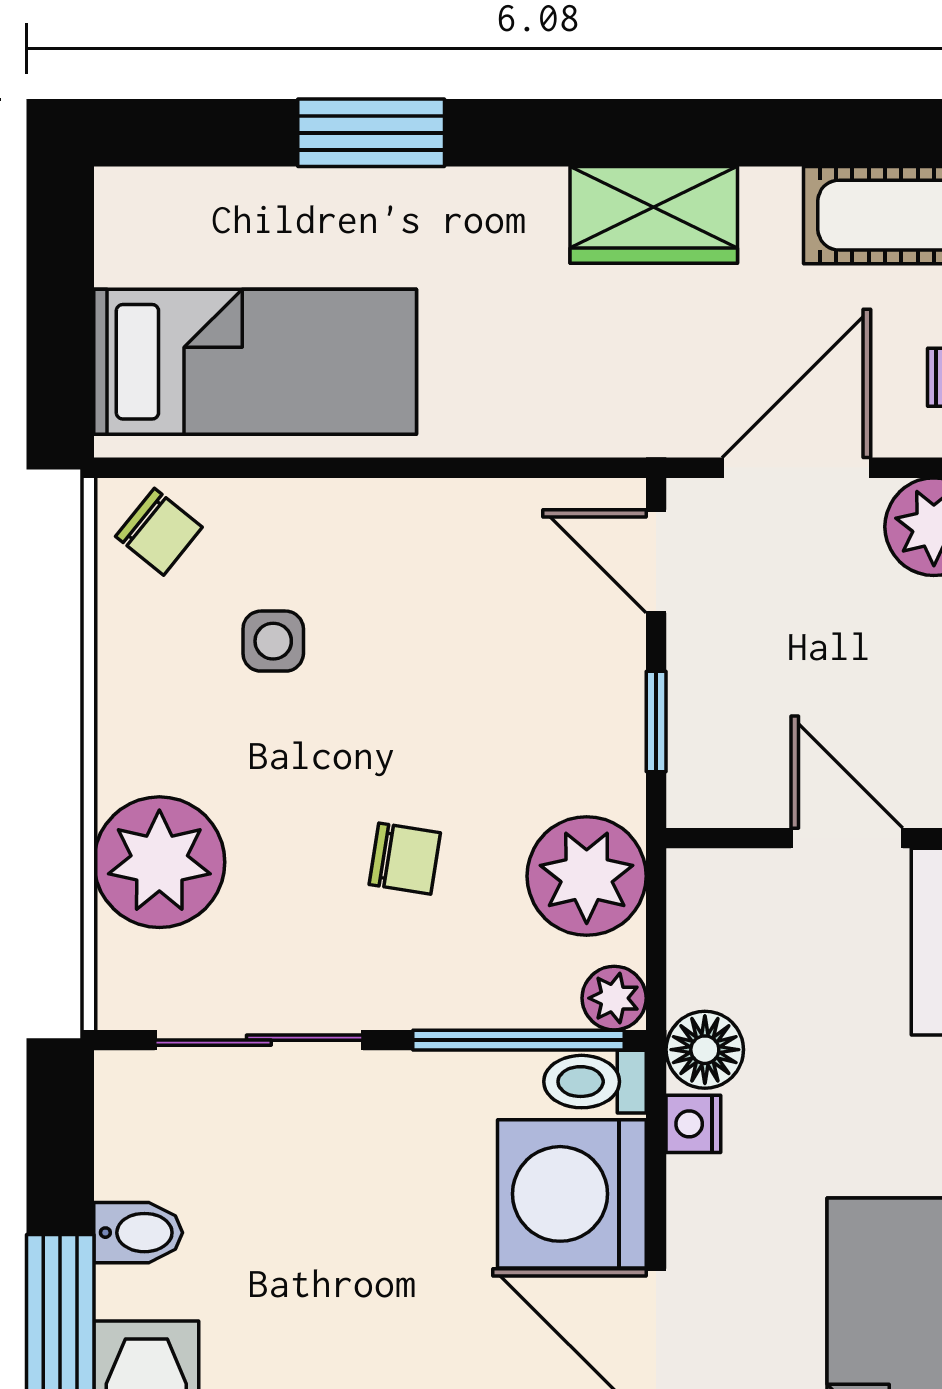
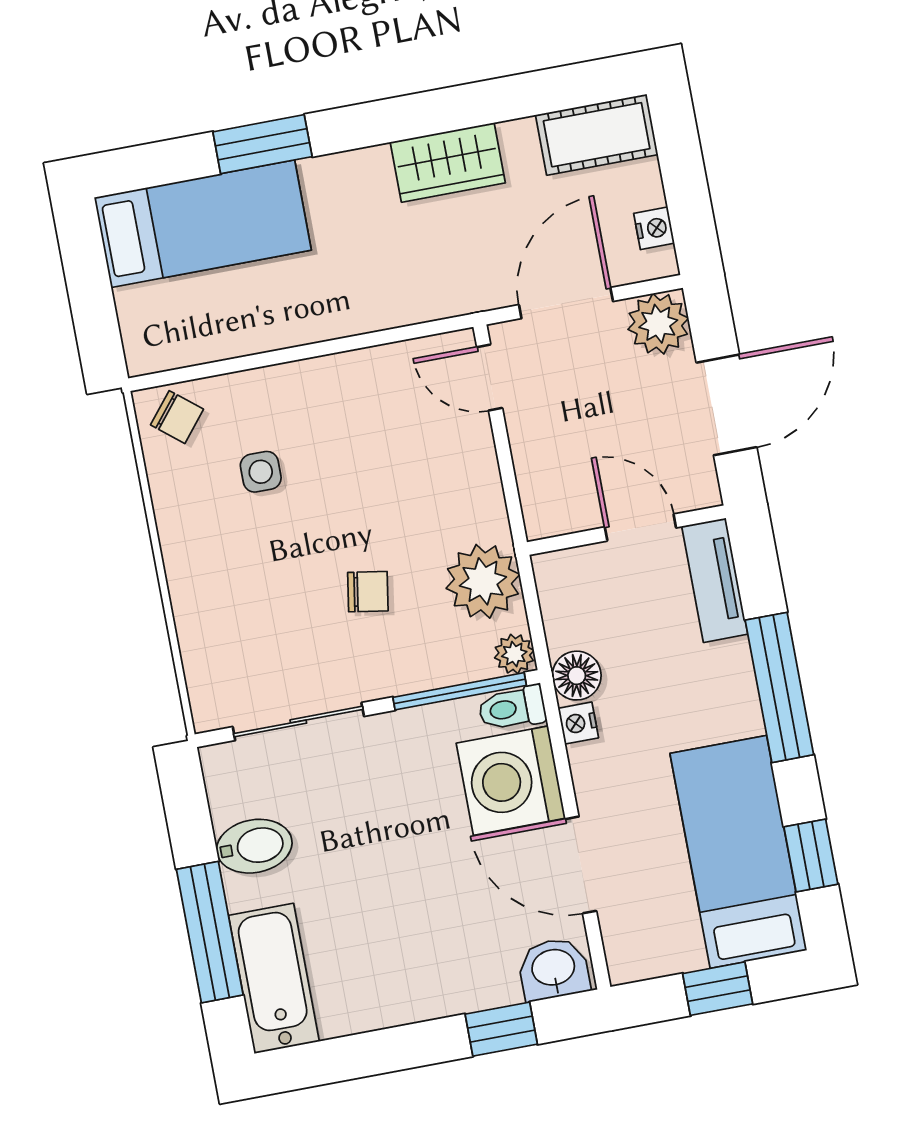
bed: (255, 362) -> (203, 224), moved
window: (656, 721) -> (508, 477), removed
plant: (159, 862) -> (216, 622), removed
bidet: (138, 1233) -> (254, 846), width x1.38, depth x1.36

